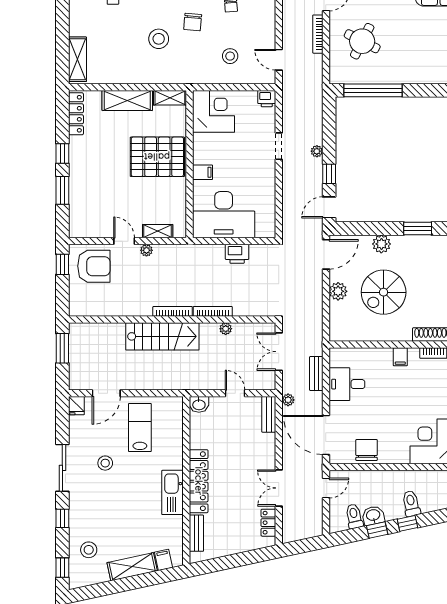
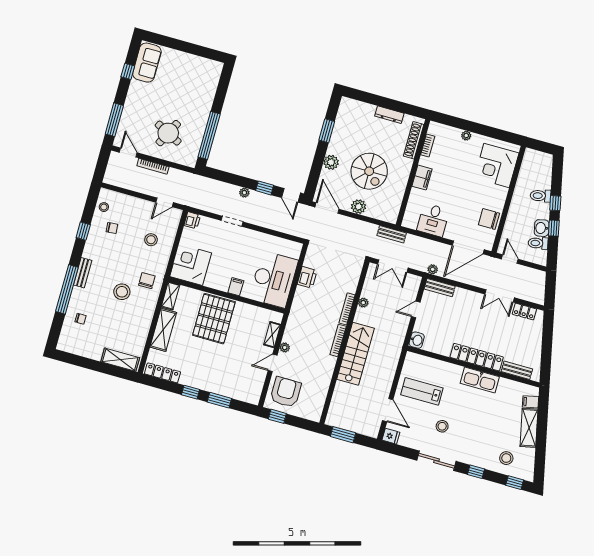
chair: (193, 22) -> (147, 281), moved, turned -95
filing cabinet: (400, 357) -> (422, 178), width x2.00
bench: (316, 374) -> (392, 234), moved

